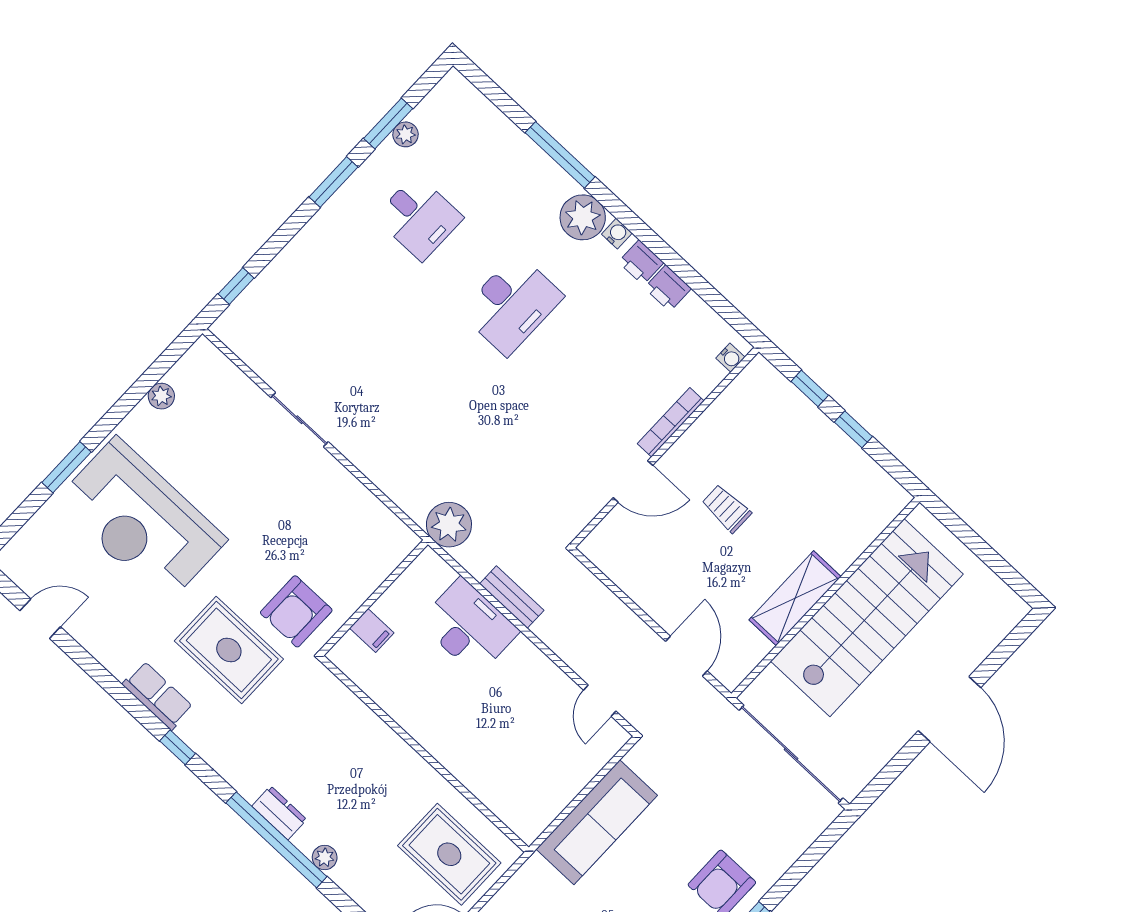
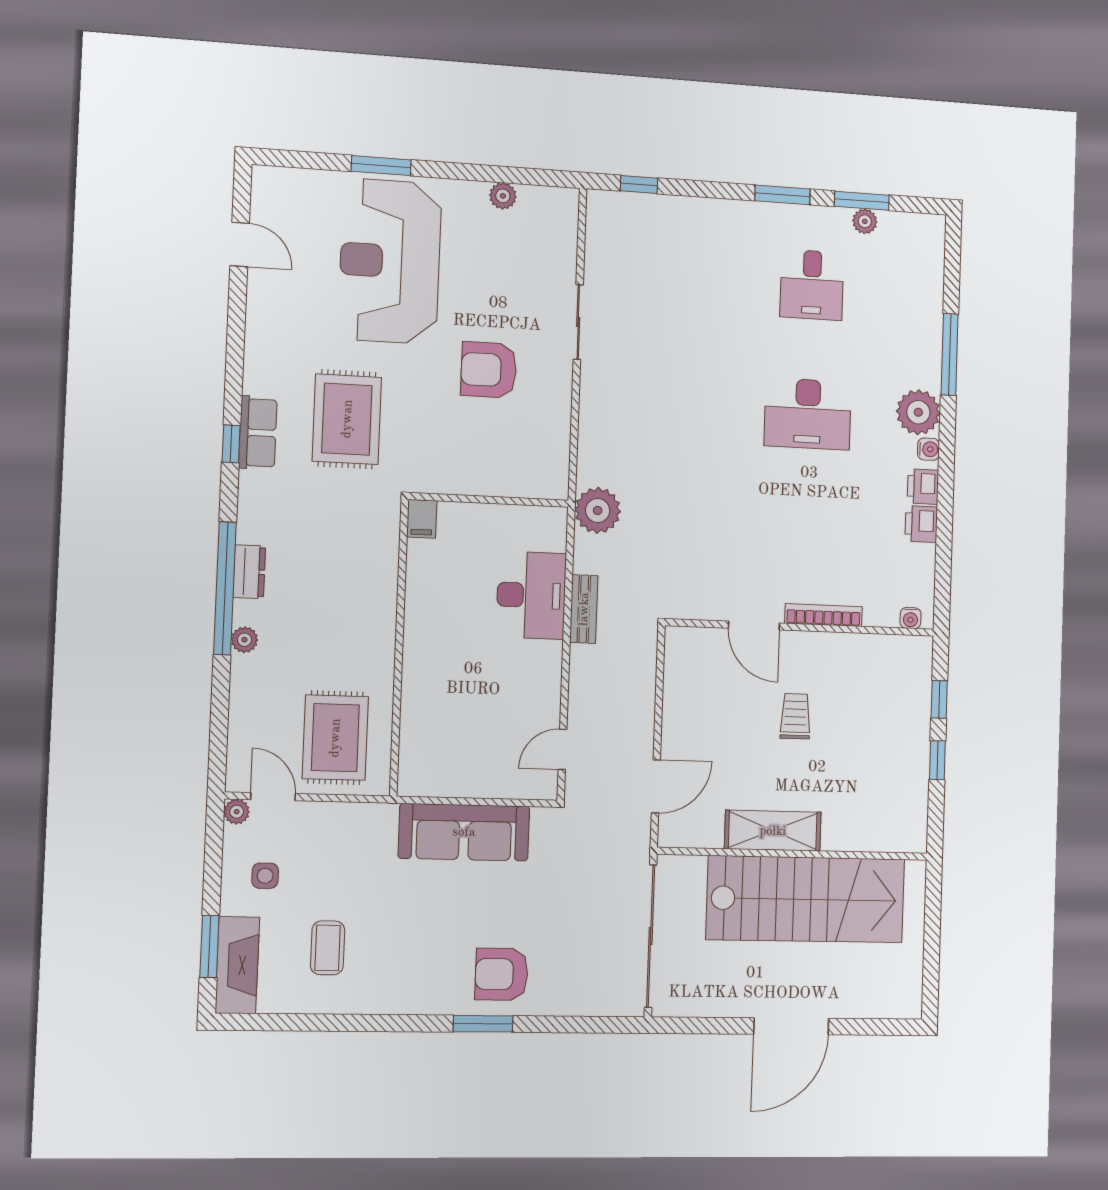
armchair: (296, 611) -> (489, 370), moved
filing cabinet: (372, 630) -> (422, 519), moved
row of seats: (158, 696) -> (258, 433), moved

